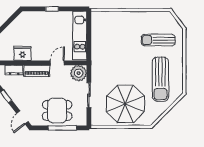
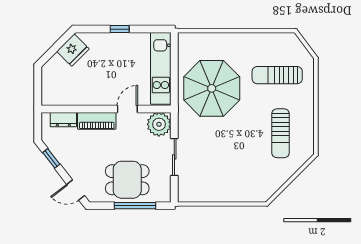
fridge: (22, 53) -> (73, 50), moved, turned 135
sun lounger: (160, 79) -> (281, 133), width x0.73, depth x0.75
parasol: (125, 104) -> (212, 88), moved
door: (22, 117) -> (76, 190), hinge flipped

